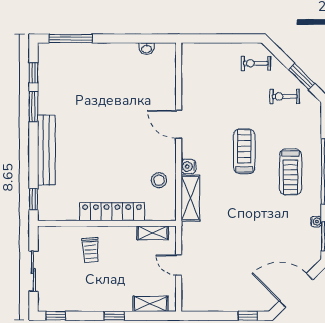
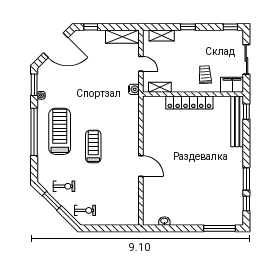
bench: (46, 150) -> (237, 121), moved
treadmill: (244, 151) -> (93, 146), turned 180
water cooler: (188, 167) -> (134, 89), moved
treadmill: (291, 172) -> (60, 131), width x1.37, depth x1.38
stool: (159, 180) -> (155, 125), removed
shelving: (190, 198) -> (122, 37), moved, turned 90
filing cabinet: (53, 236) -> (232, 85), added

